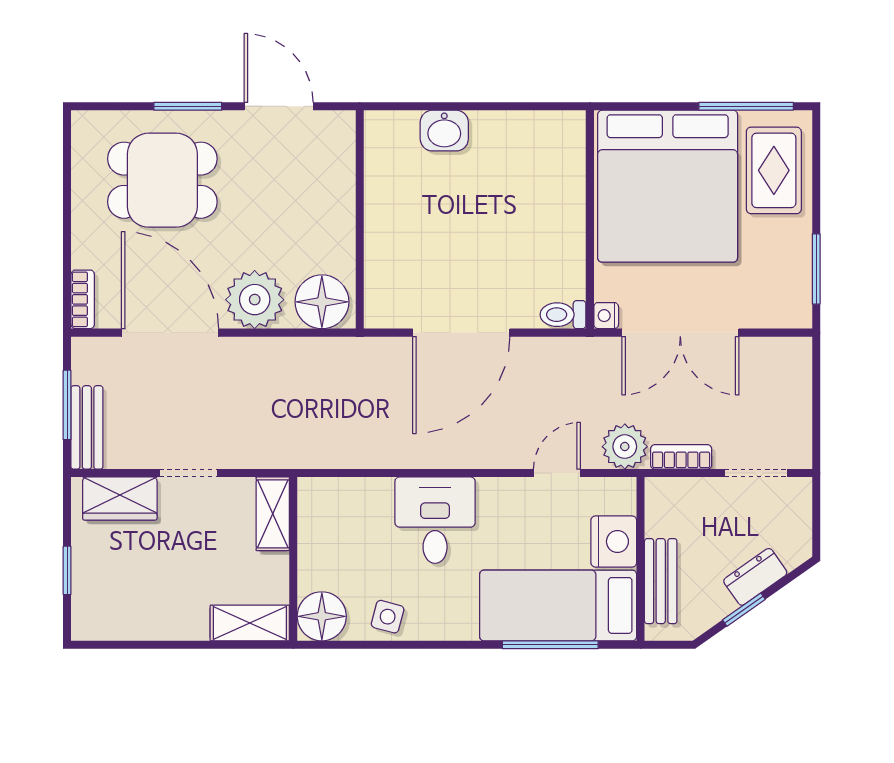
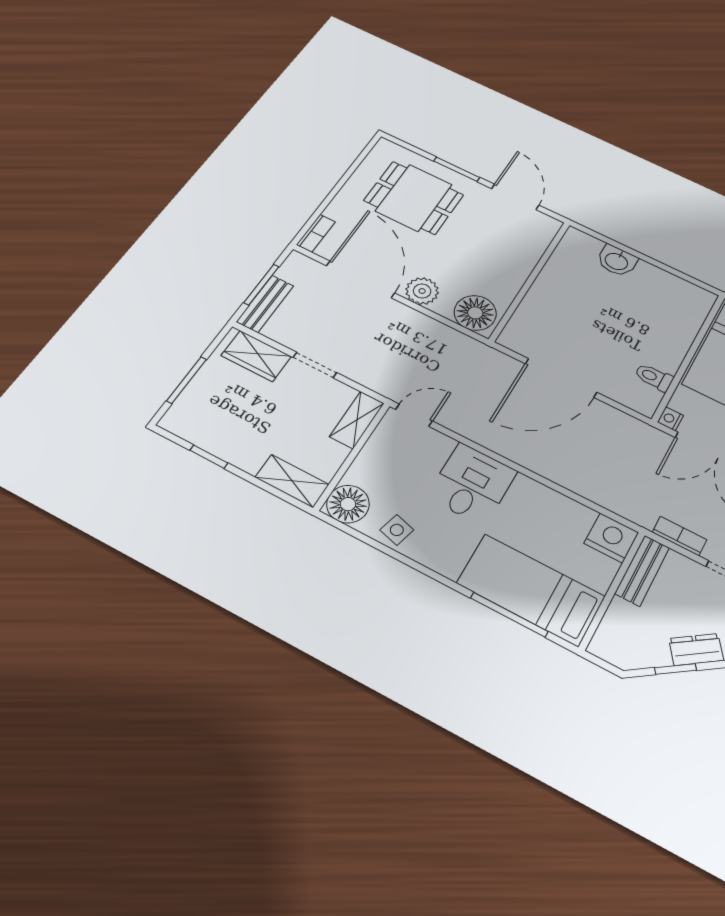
plant: (255, 300) -> (422, 291), width x0.73, depth x0.73
toilet: (563, 315) -> (654, 377), moved
plant: (625, 447) -> (640, 508), removed
door: (557, 473) -> (414, 415), moved
nightstand: (614, 542) -> (611, 538), moved, turned -90
window: (67, 570) -> (187, 380), width x1.50
bench: (661, 581) -> (642, 571), moved
window: (149, 645) -> (209, 457), added

